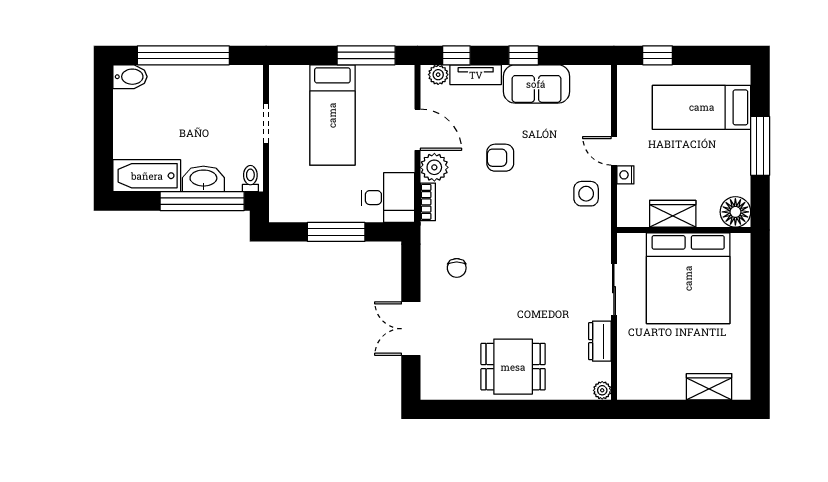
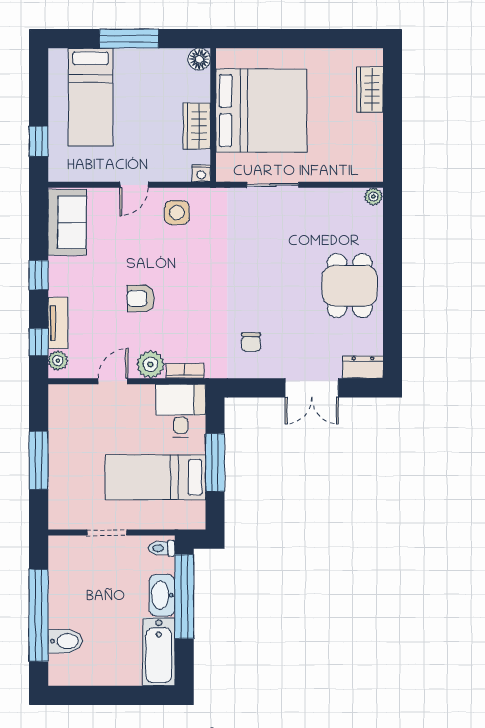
window: (366, 55) -> (39, 460), moved
bidet: (130, 77) -> (65, 641), moved, turned 90
sofa: (536, 84) -> (67, 222), moved
bed: (332, 115) -> (155, 477), moved, turned 180
door: (418, 130) -> (113, 381), width x0.73
armchair: (500, 158) -> (141, 298), turned 90
nightstand: (625, 175) -> (201, 173), moved
floor lamp: (735, 212) -> (199, 59), width x0.73, depth x0.73
chair: (457, 268) -> (251, 342), turned 90
dresser: (600, 341) -> (363, 367), moved, turned 180

